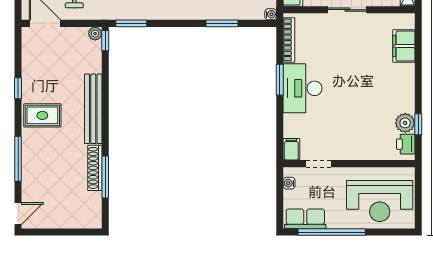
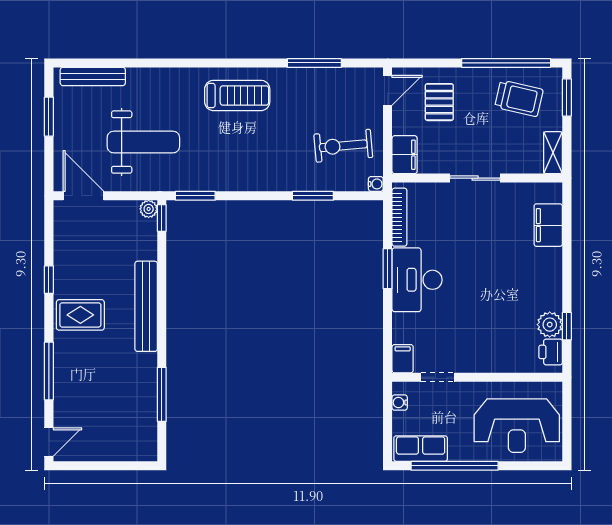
shoe rack: (95, 168) -> (148, 383), removed

